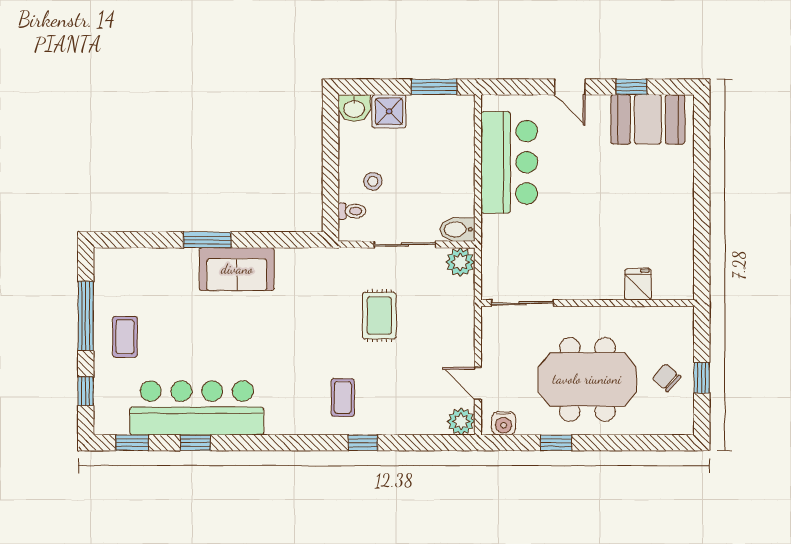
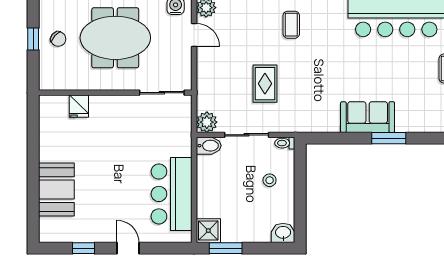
shower: (389, 111) -> (208, 231), moved
booth: (648, 119) -> (56, 190), moved, turned 90
toilet: (352, 211) -> (285, 143), moved

